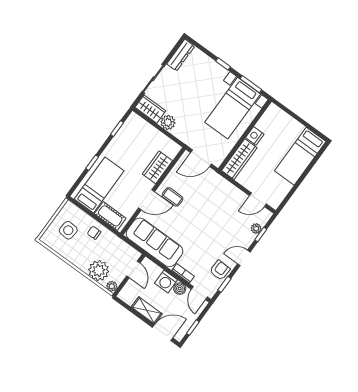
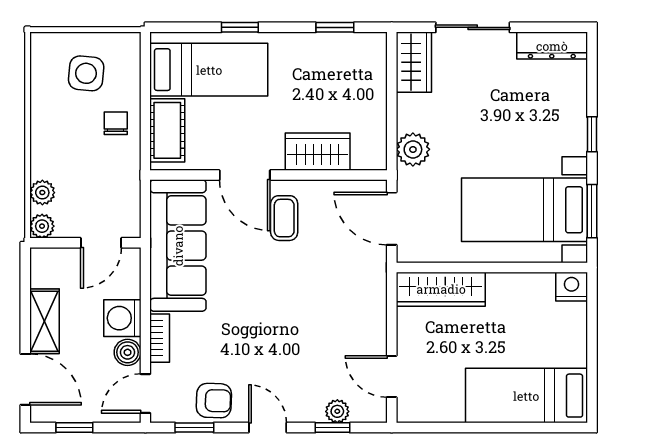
plant: (168, 122) -> (413, 149), moved
nightstand: (255, 136) -> (572, 287), moved
plant: (99, 271) -> (42, 193), width x0.53, depth x0.53

